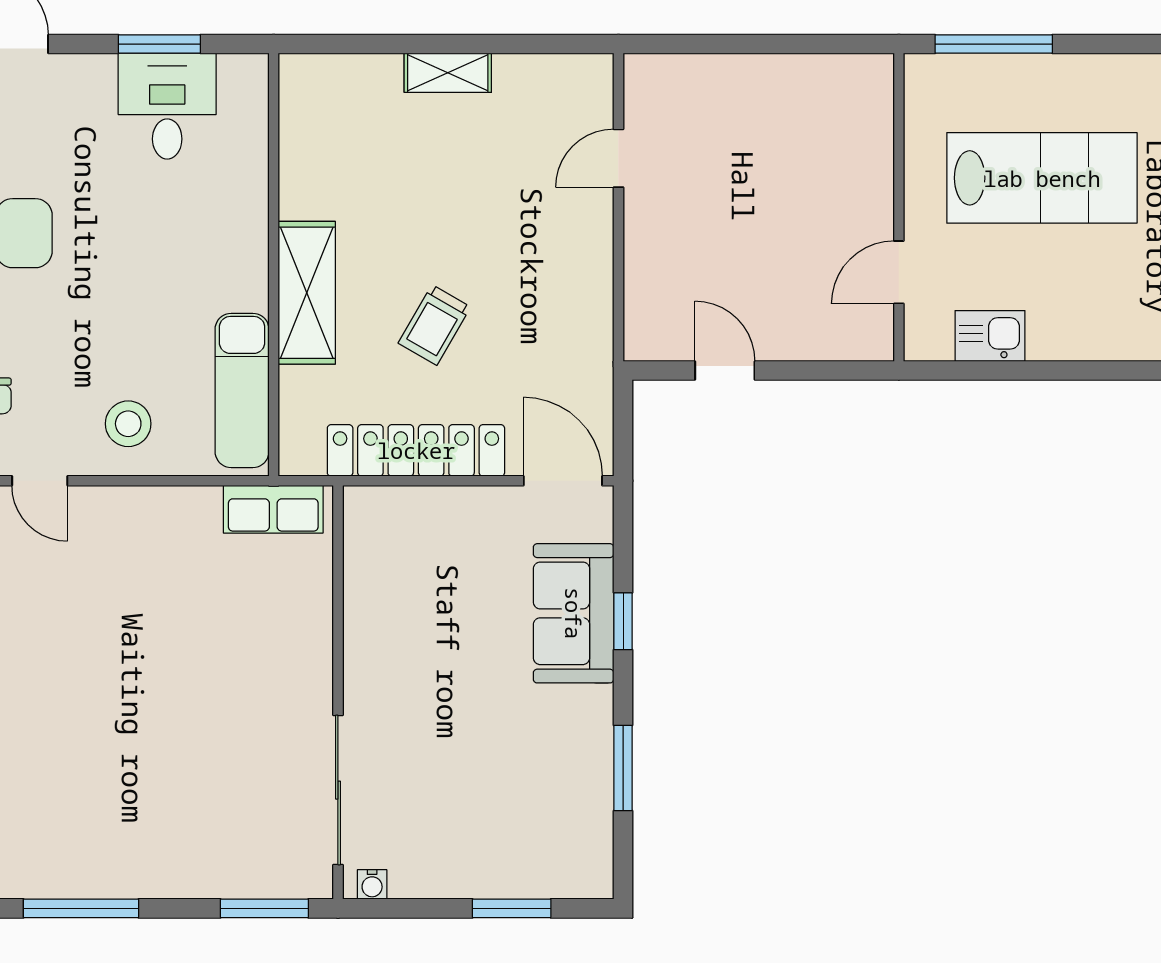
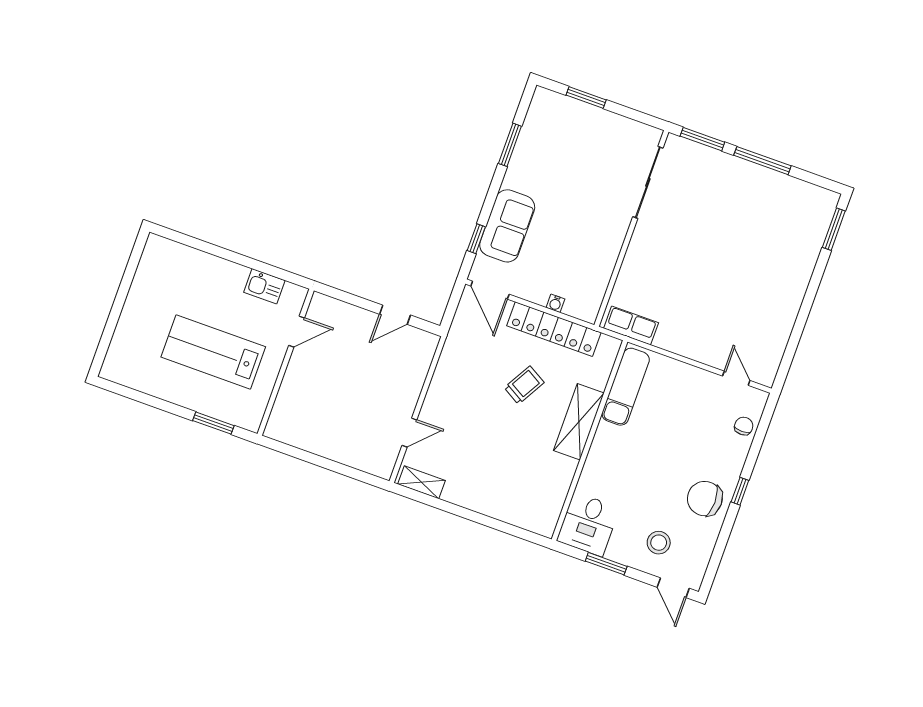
window: (994, 44) -> (213, 423), width x0.69
shelving: (448, 73) -> (422, 482), moved
desk: (167, 106) -> (588, 524), moved
door: (725, 370) -> (395, 315), hinge flipped
stool: (128, 424) -> (659, 543), moved
window: (623, 621) -> (476, 239), moved
water cooler: (372, 884) -> (555, 303), moved, turned 180
window: (81, 908) -> (762, 161), moved

